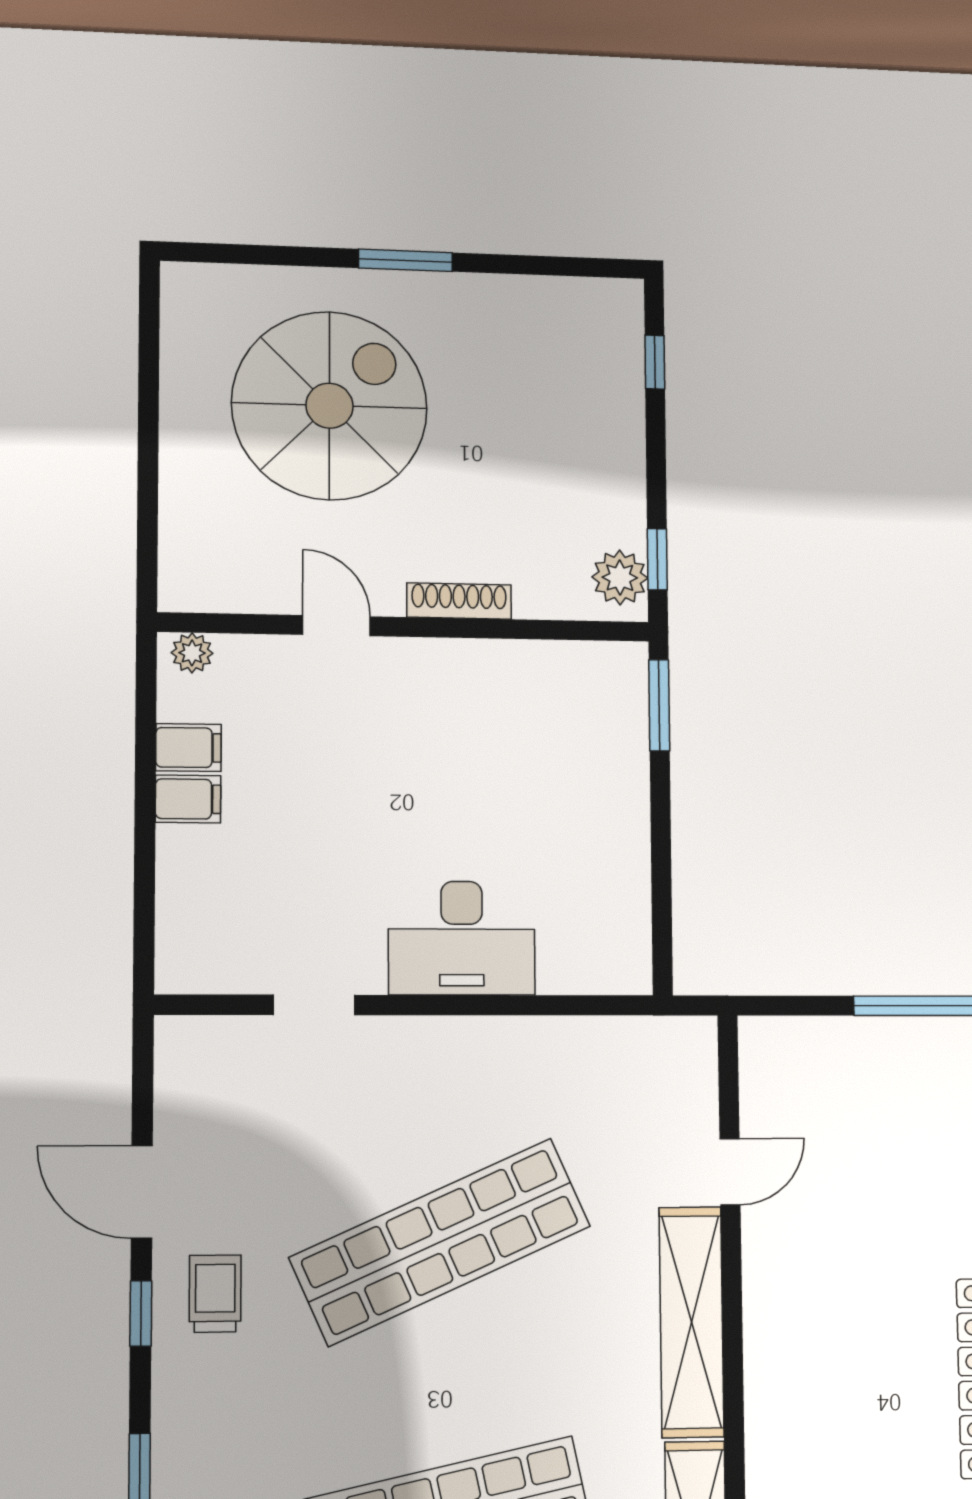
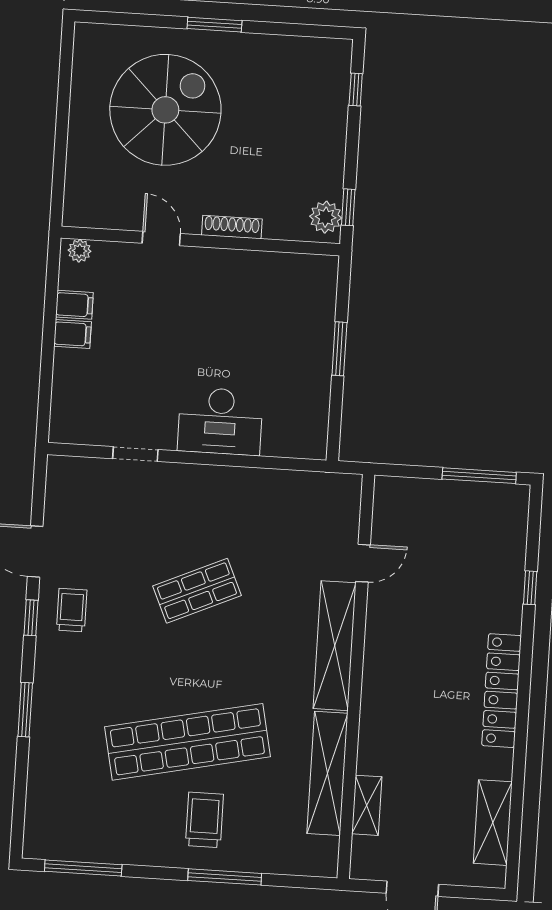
window: (659, 705) -> (339, 349), moved
shop shelf: (440, 1242) -> (197, 591), width x0.50, depth x0.74

